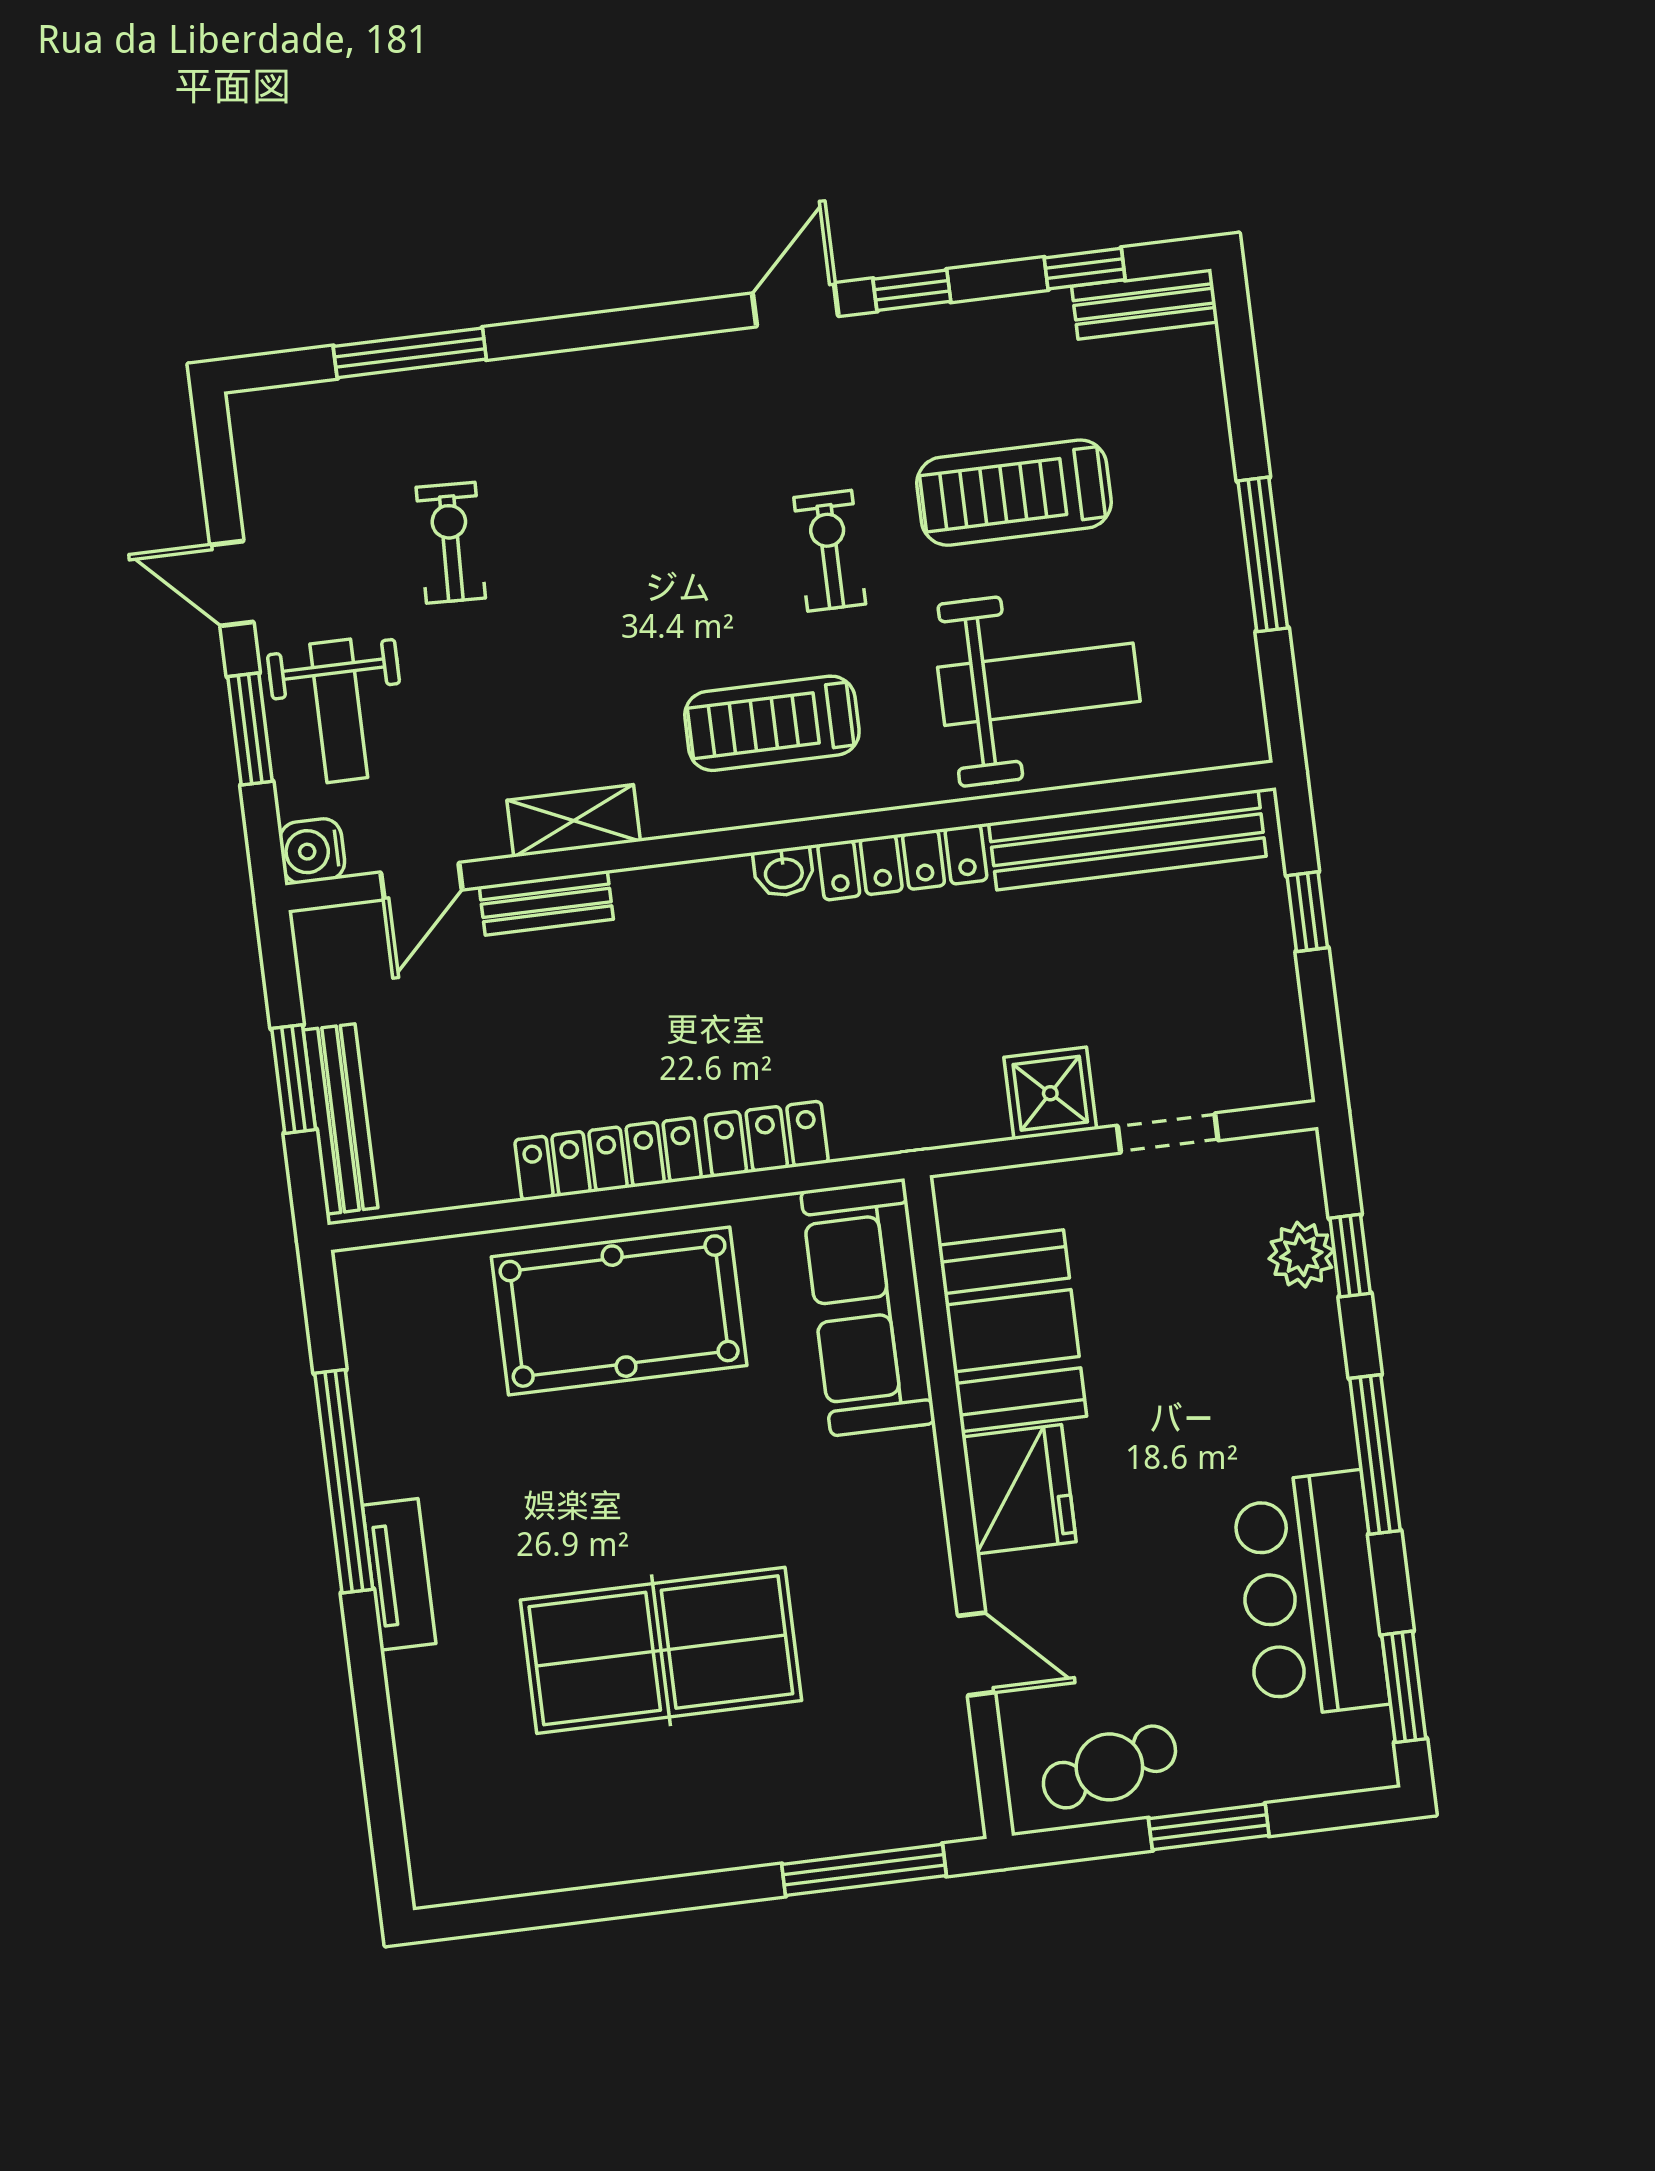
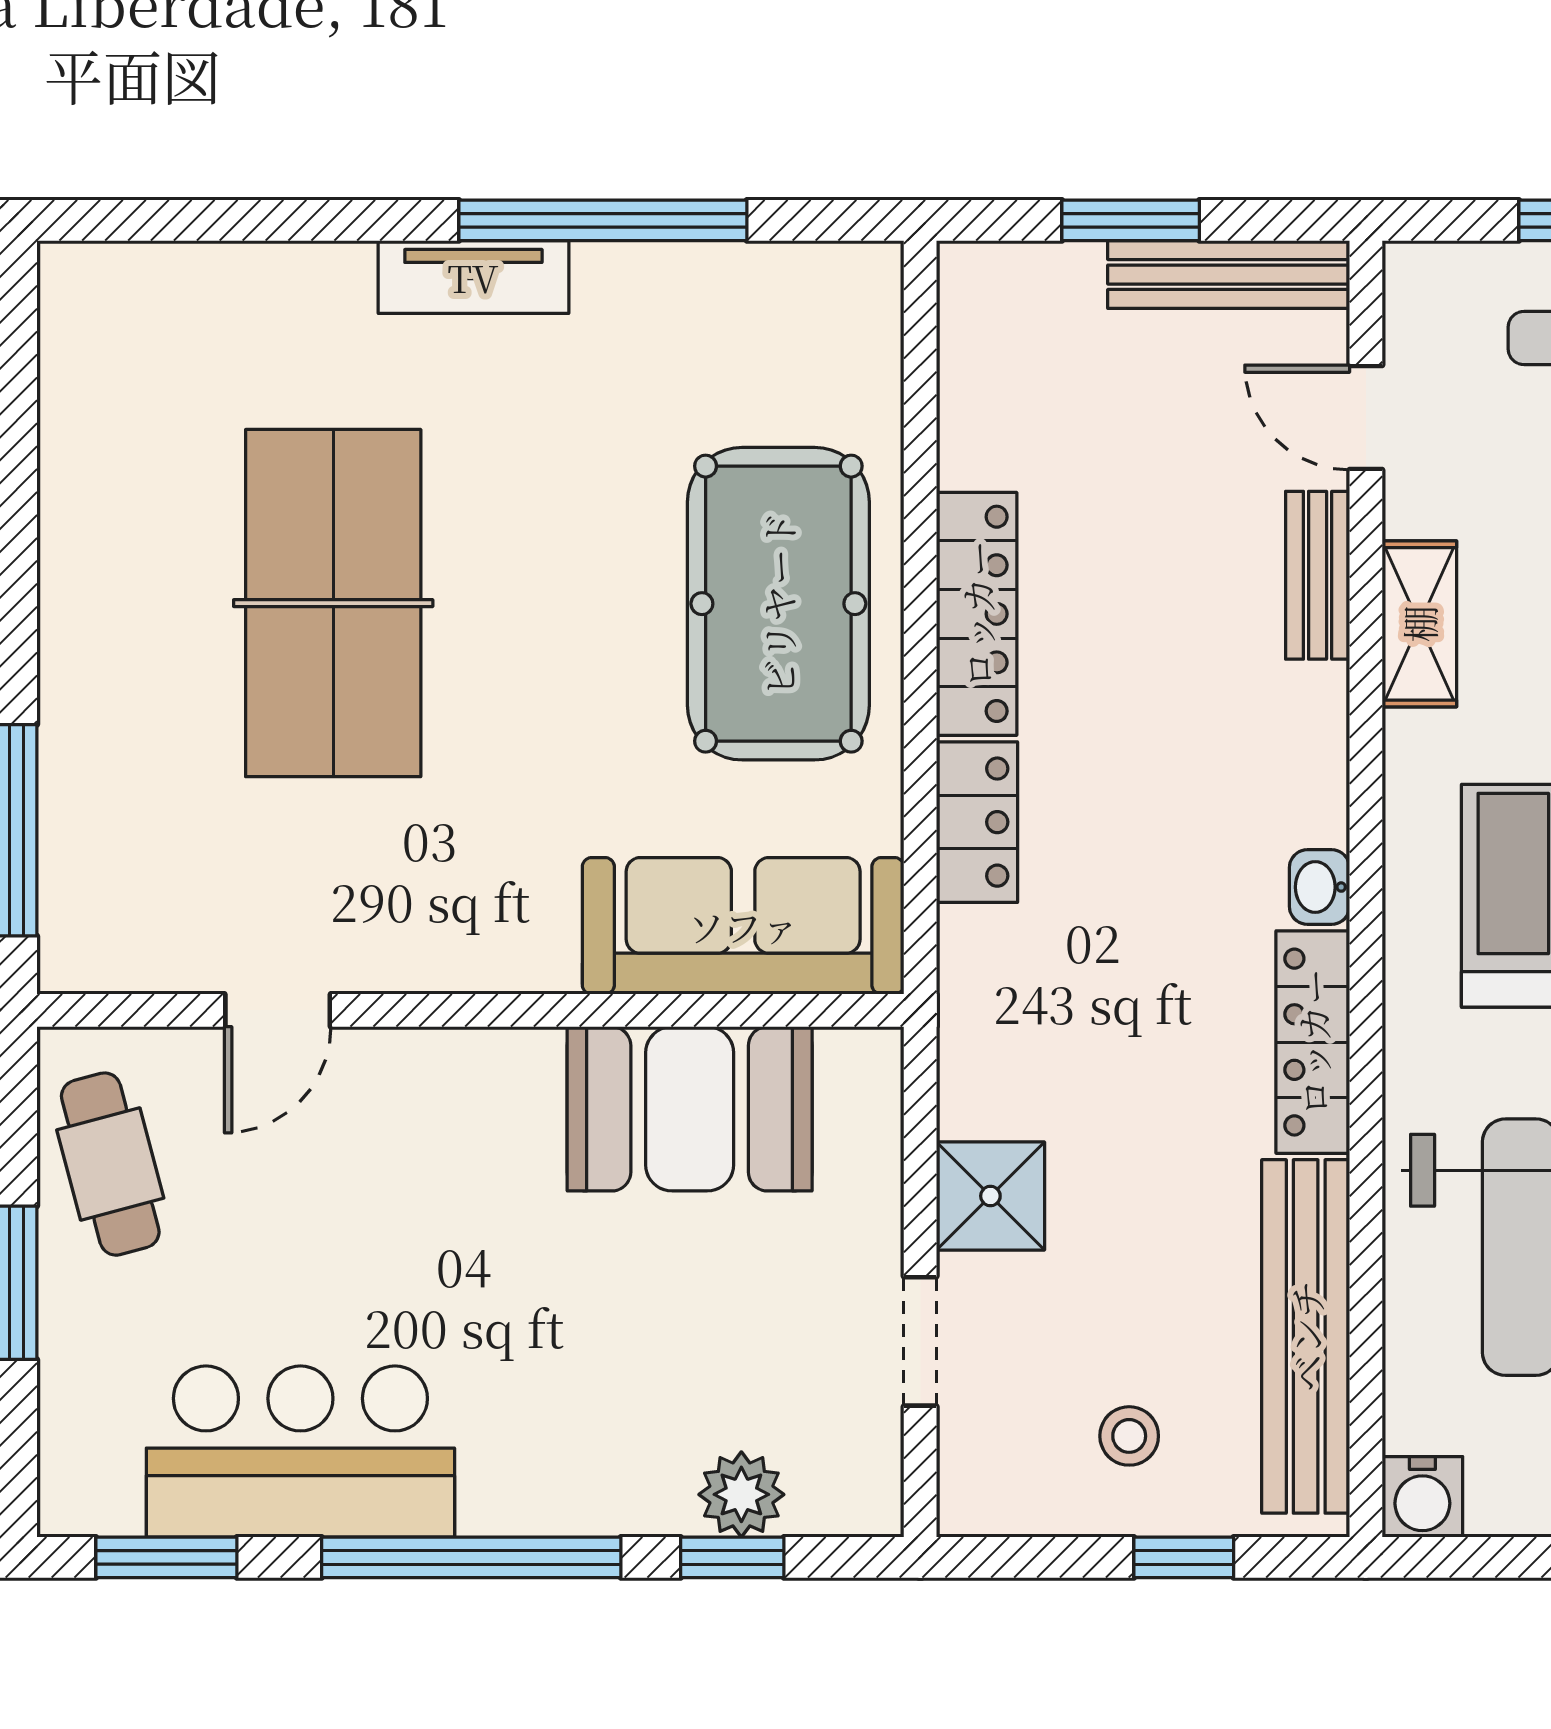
water cooler: (312, 851) -> (1422, 1497), moved, turned 180
stool: (1220, 965) -> (1129, 1436), added
bench: (340, 1119) -> (1229, 275), moved
window: (1375, 1455) -> (471, 1557), width x1.46
fridge: (1019, 1489) -> (484, 1092), removed

